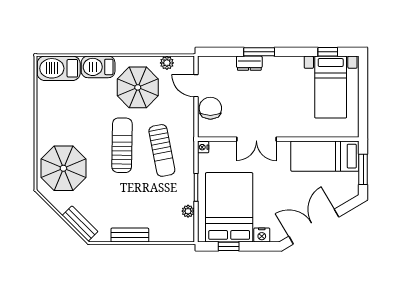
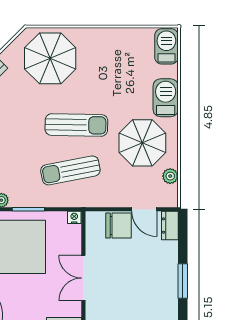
dresser: (249, 63) -> (170, 226), moved
barbecue: (59, 68) -> (166, 46), width x0.73, depth x0.83
door: (196, 86) -> (144, 209), swing flipped

